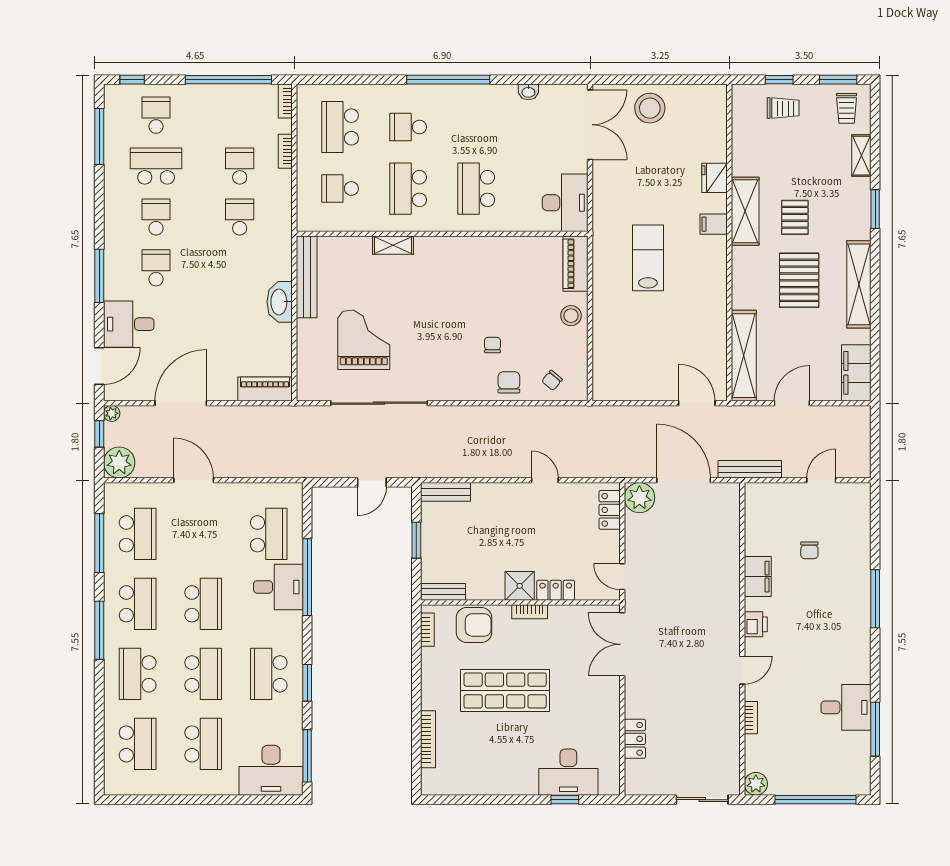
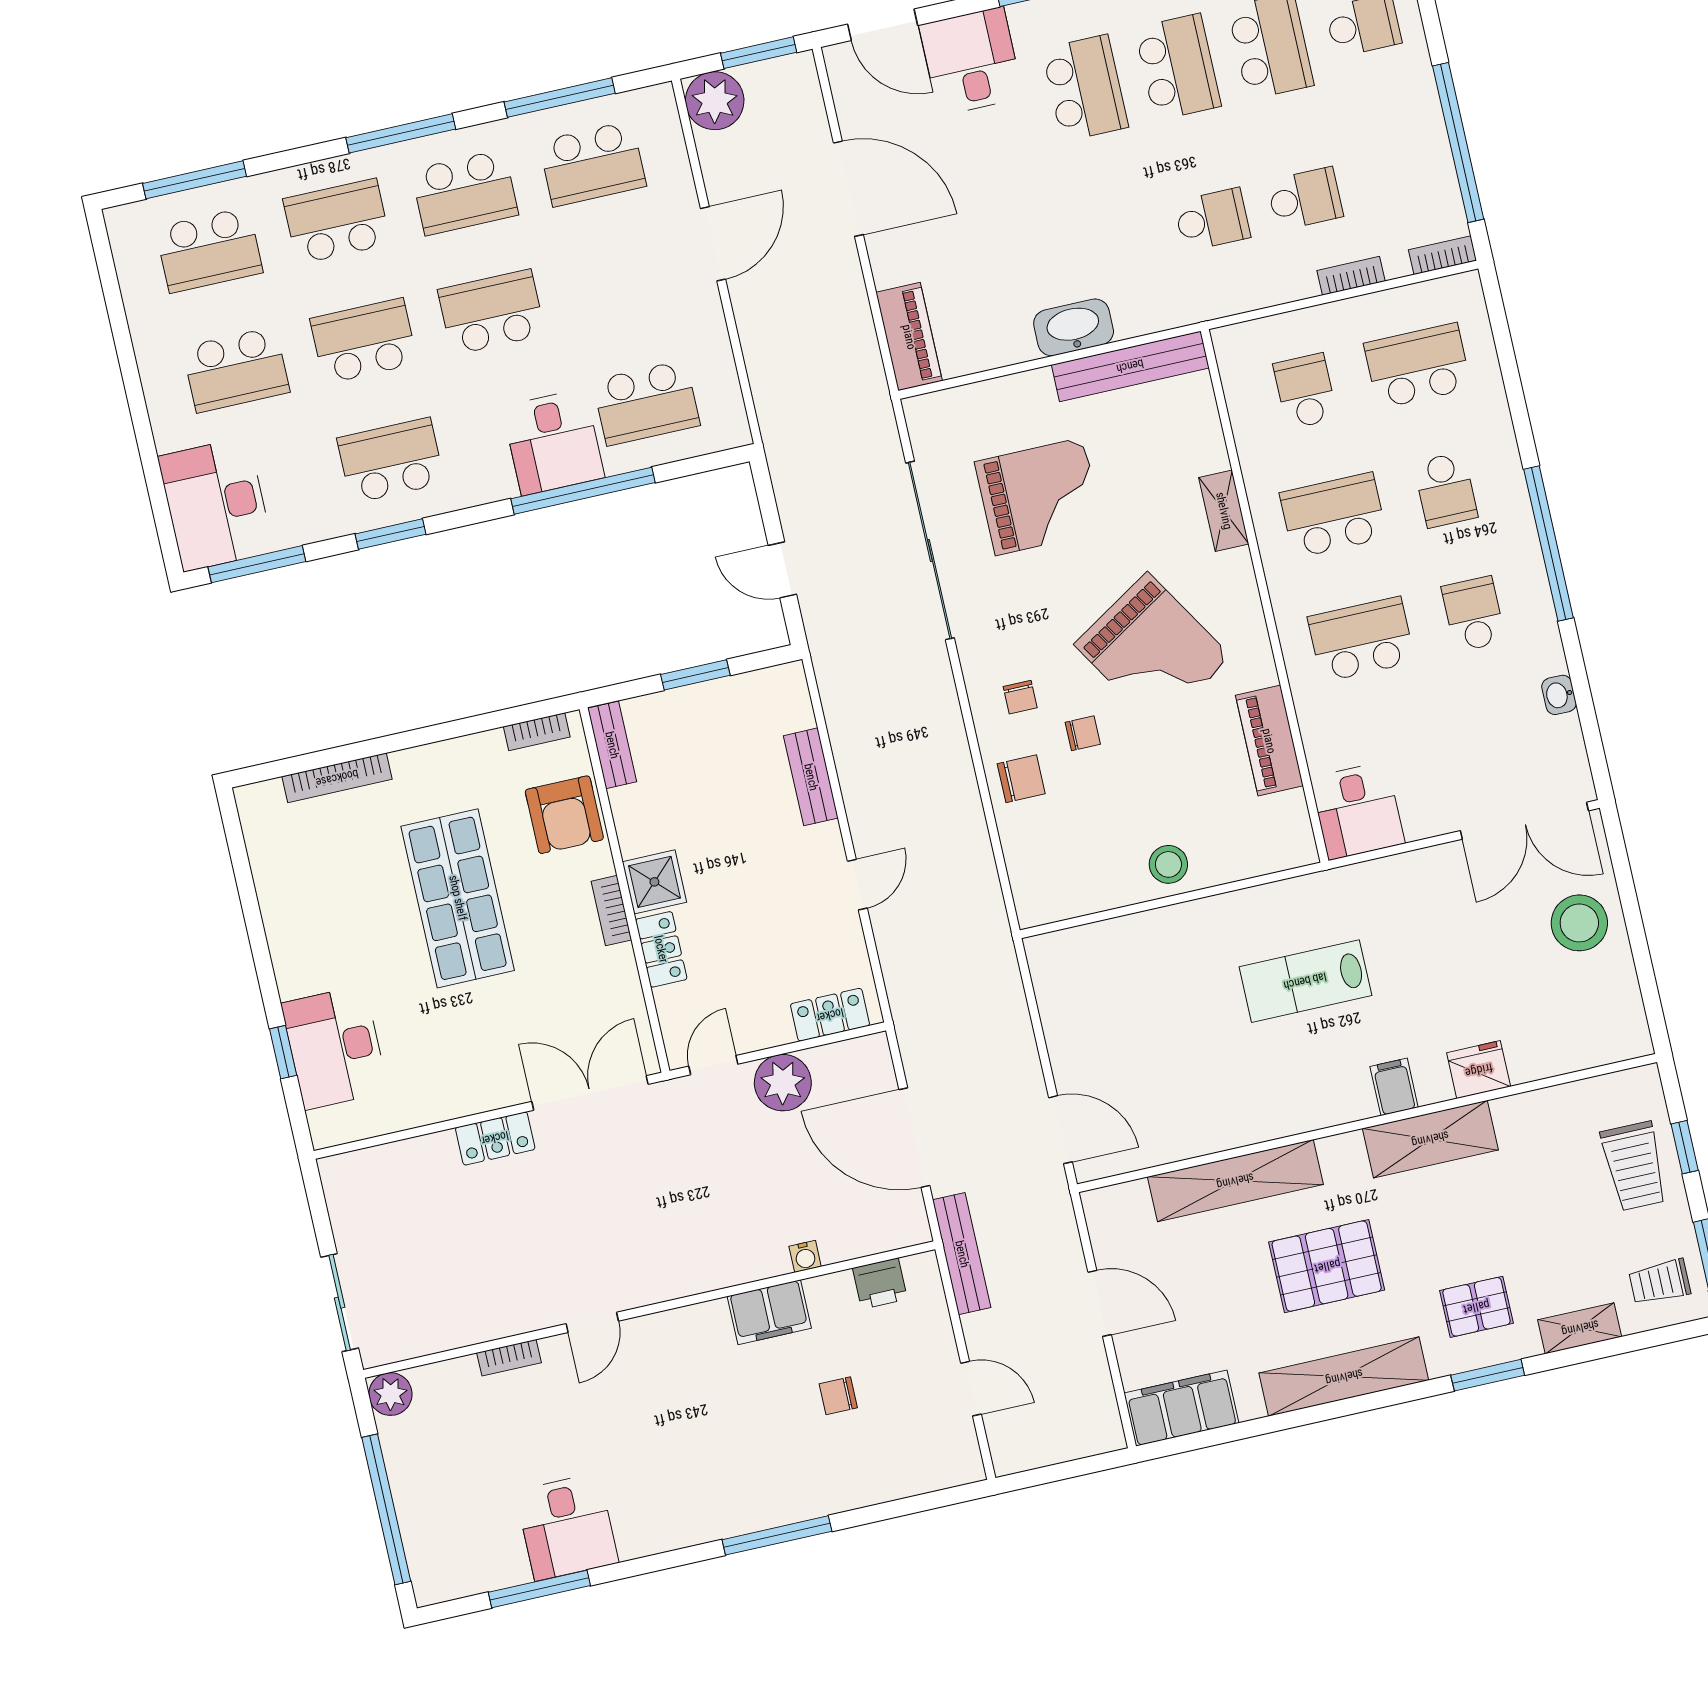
trolley: (783, 108) -> (1634, 1166), width x1.36, depth x1.39
school desk: (408, 127) -> (1446, 490), turned 180
school desk: (476, 127) -> (1474, 614), added
desk: (565, 203) -> (1358, 811), width x0.73
school desk: (156, 217) -> (1178, 67), width x1.85
pallet: (795, 217) -> (1476, 1307), moved
lab bench: (648, 258) -> (1305, 981), turned 180
piano: (575, 264) -> (1269, 741), moved, turned -90
school desk: (156, 268) -> (1085, 88), width x1.85
grand piano: (457, 299) -> (1153, 650), added
shelving: (744, 356) -> (1235, 1181), moved
chair: (552, 380) -> (1020, 697), moved, turned -130
door: (697, 403) -> (1060, 1130), hinge flipped
plant: (112, 413) -> (801, 67), removed
window: (99, 434) -> (759, 53), width x1.50
door: (684, 480) -> (914, 1138), swing flipped
bench: (445, 492) -> (811, 777), moved
plant: (639, 498) -> (783, 1083), moved
water cooler: (733, 551) -> (805, 1256), added
school desk: (203, 604) -> (492, 312), turned 180
printer: (756, 624) -> (880, 1284), moved
door: (742, 670) -> (592, 1322), hinge flipped
school desk: (203, 674) -> (364, 341), turned 180
locker: (635, 739) -> (495, 1138), moved
window: (99, 743) -> (195, 180), added

